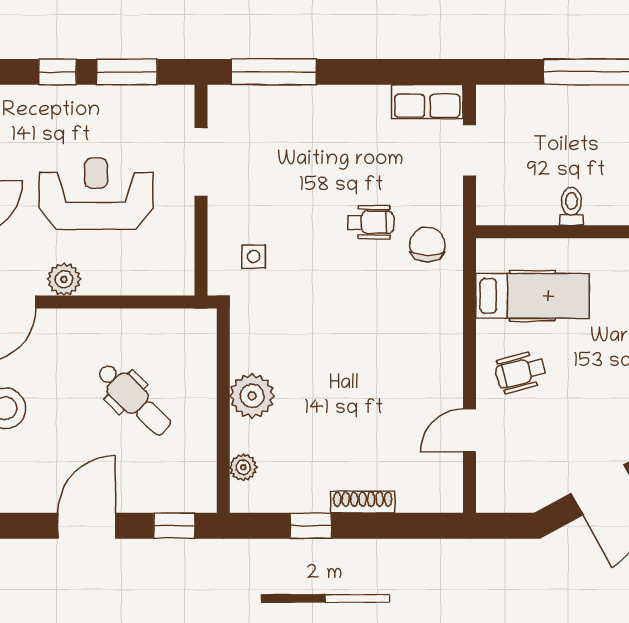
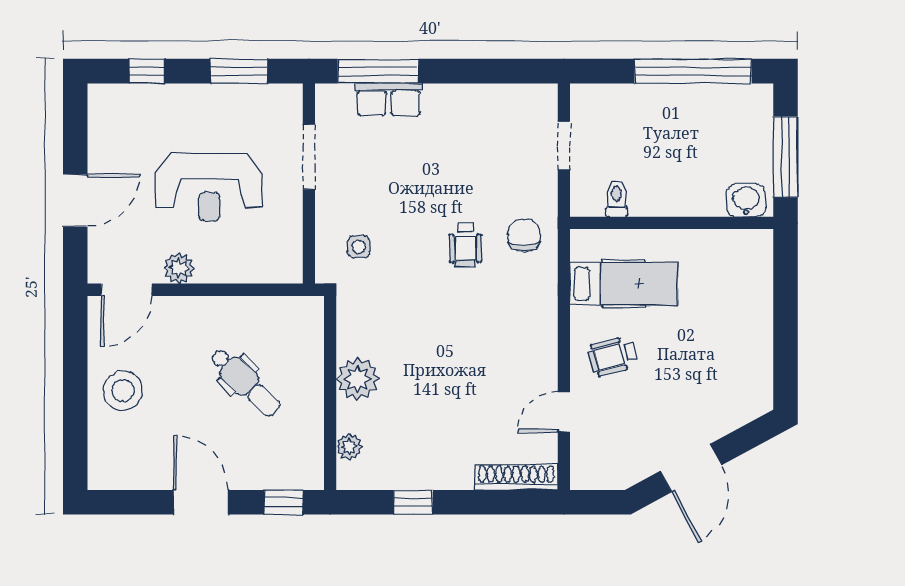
window: (57, 72) -> (147, 71), moved
row of seats: (427, 102) -> (388, 100), moved
reception desk: (96, 194) -> (209, 187), turned 180
toilet: (571, 206) -> (617, 199), moved
wheelchair: (370, 222) -> (465, 245), moved, turned 90
shoe rack: (363, 502) -> (516, 477), moved, width x1.36, depth x1.24
door: (87, 526) -> (200, 502), hinge flipped

